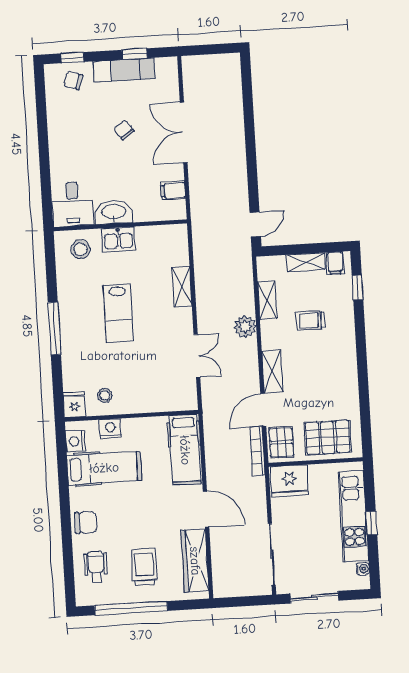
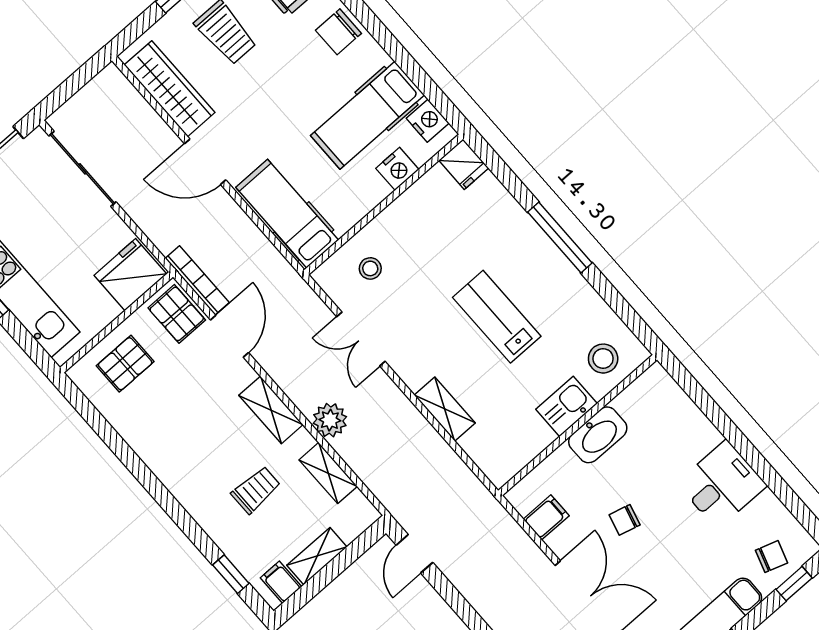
chair: (124, 130) -> (625, 520), moved, turned 139
desk: (72, 204) -> (722, 484), moved, turned 90
shelving: (272, 372) -> (271, 410), moved
stool: (105, 395) -> (370, 268), moved
pallet: (328, 437) -> (125, 364), width x0.67, depth x0.71

